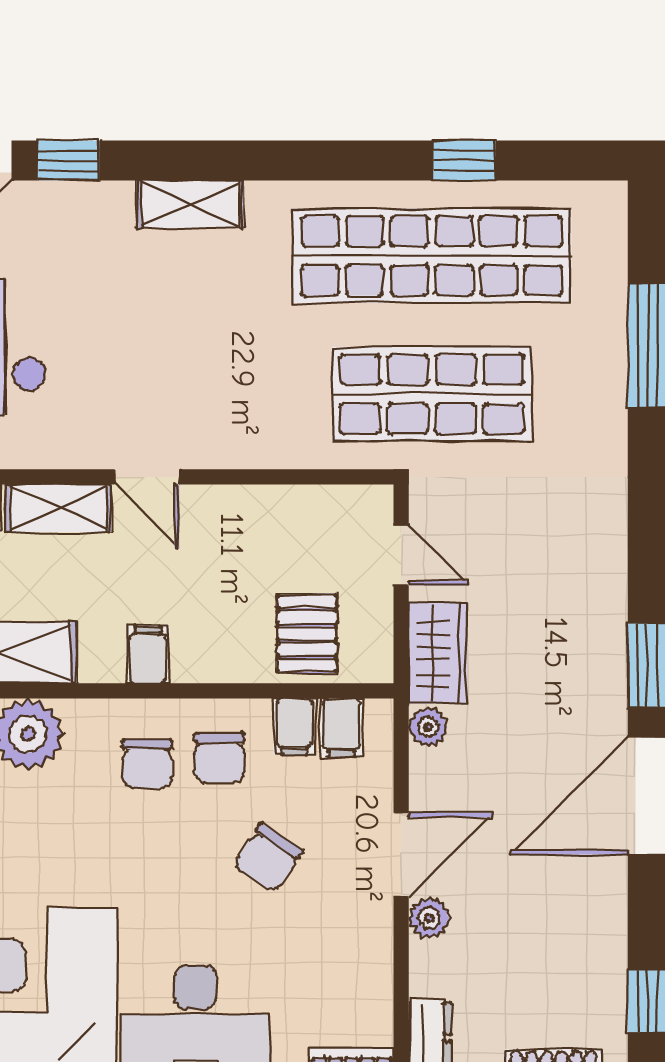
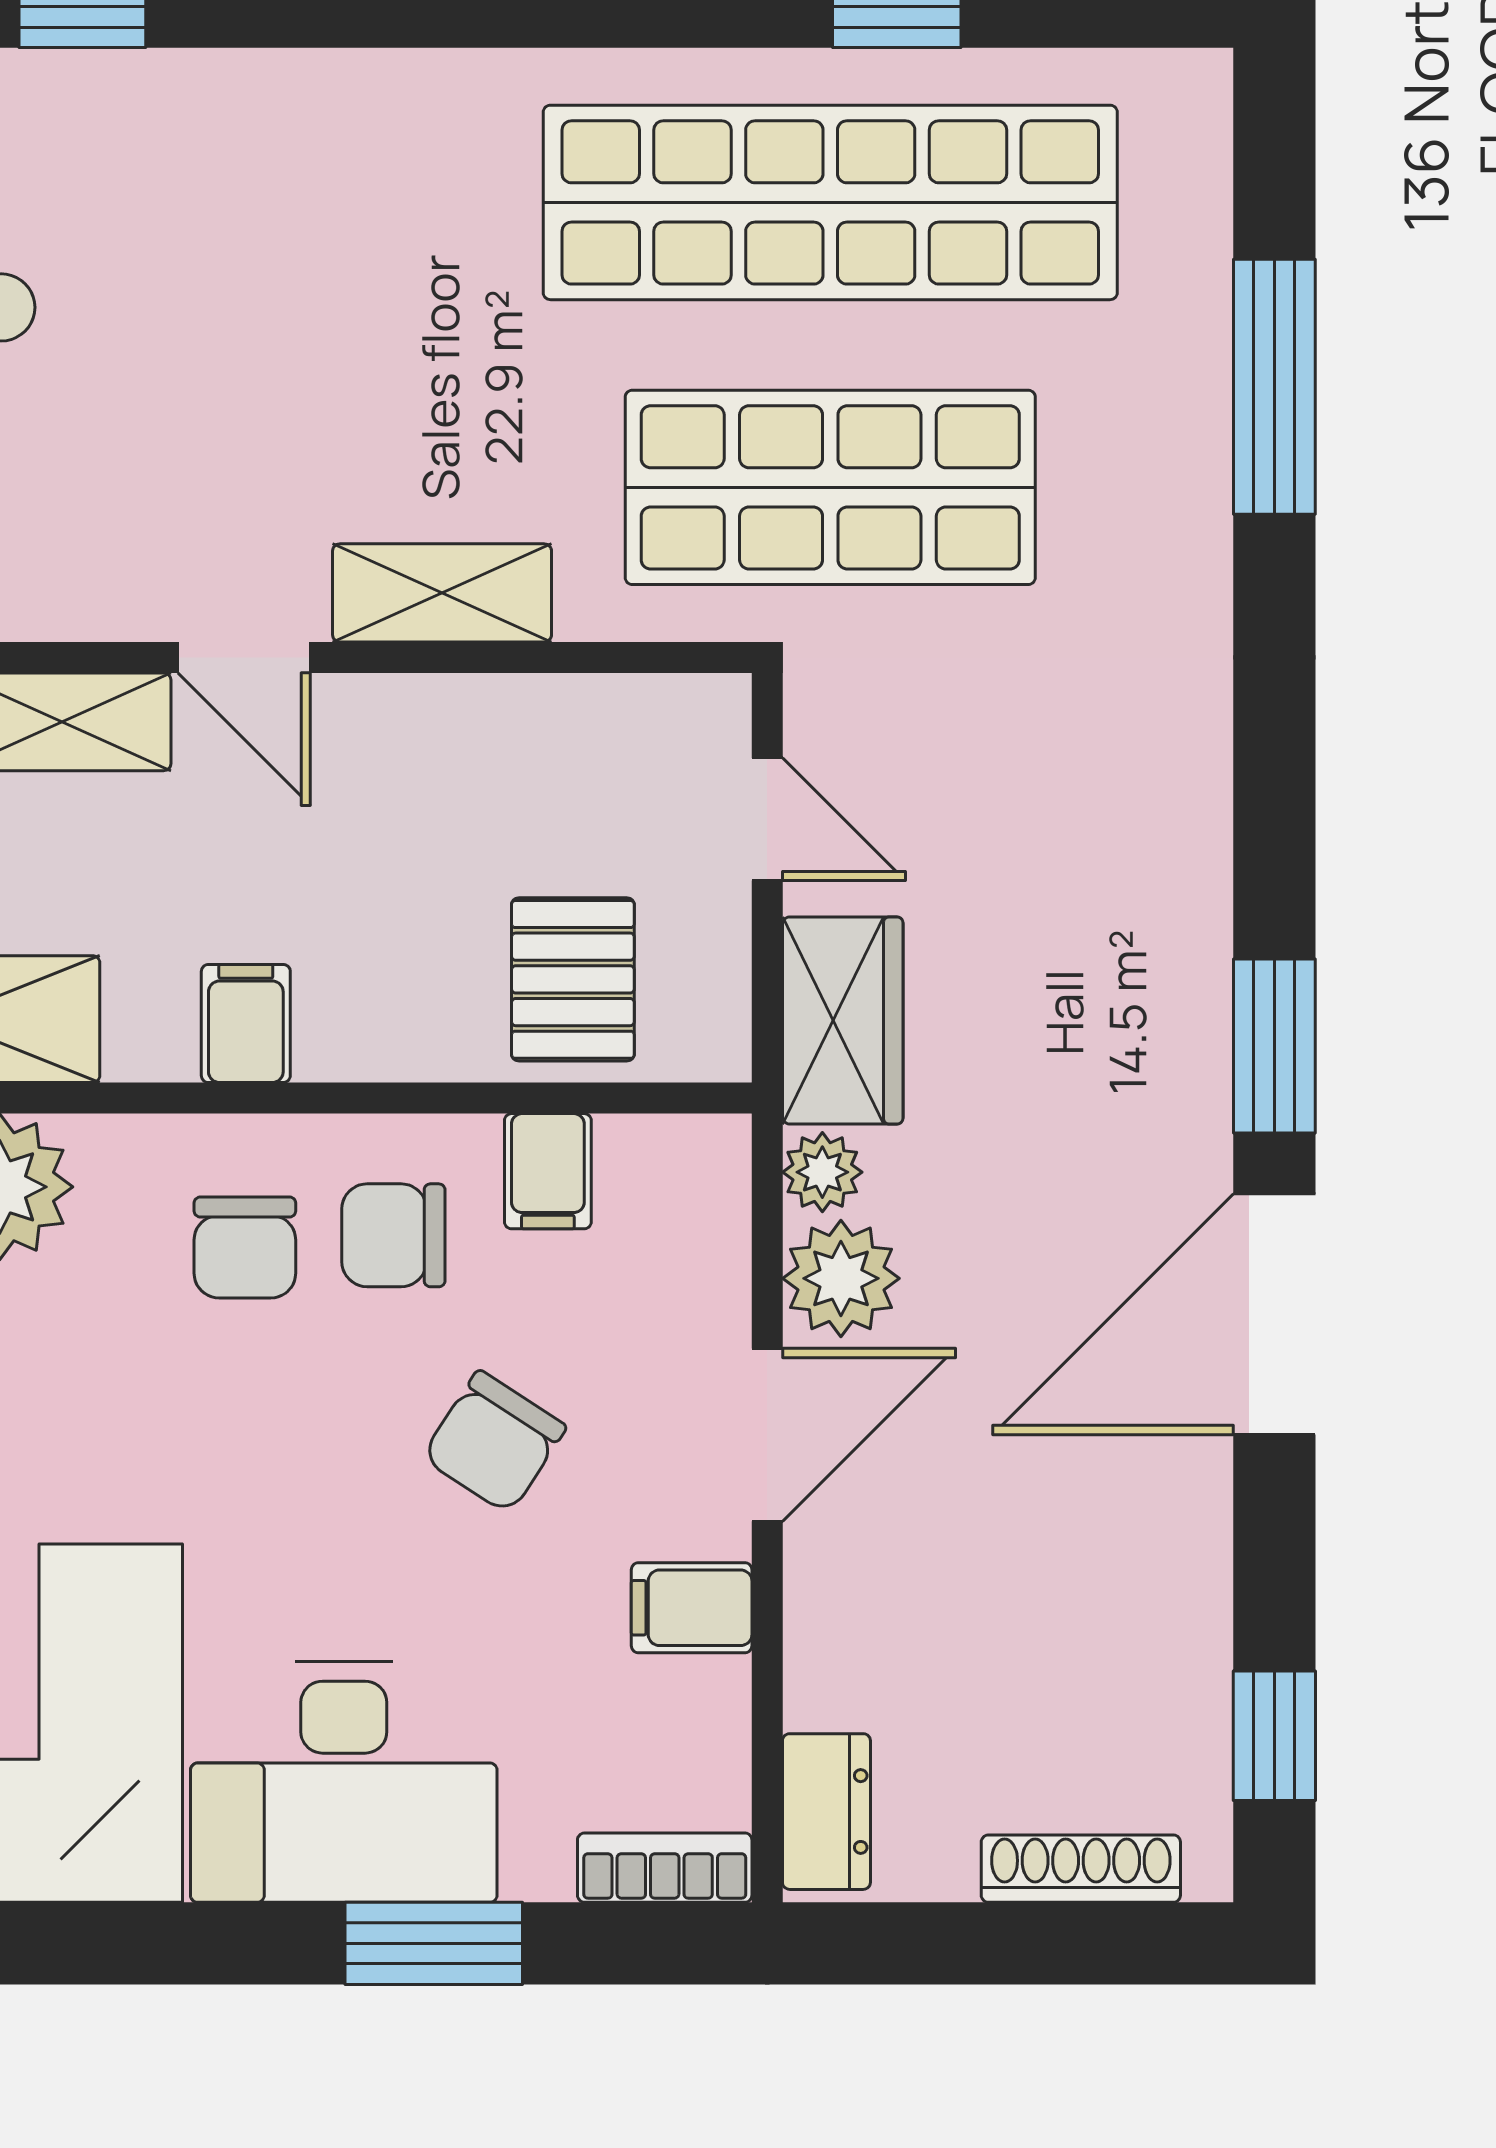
shelving: (190, 204) -> (442, 593), moved
filing cabinet: (342, 728) -> (692, 1608), moved, turned 90
chair: (219, 758) -> (393, 1235), turned 90
plant: (429, 918) -> (841, 1278), moved, width x1.38, depth x1.38

